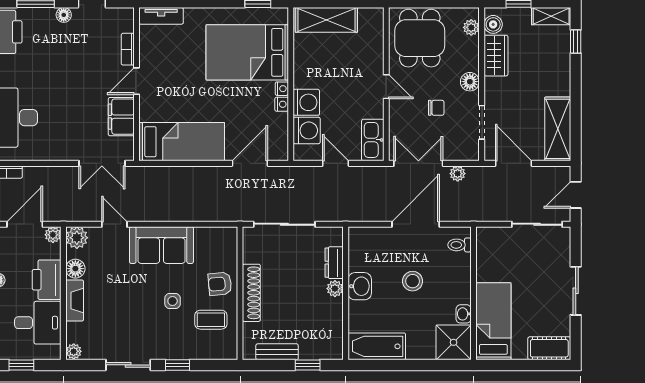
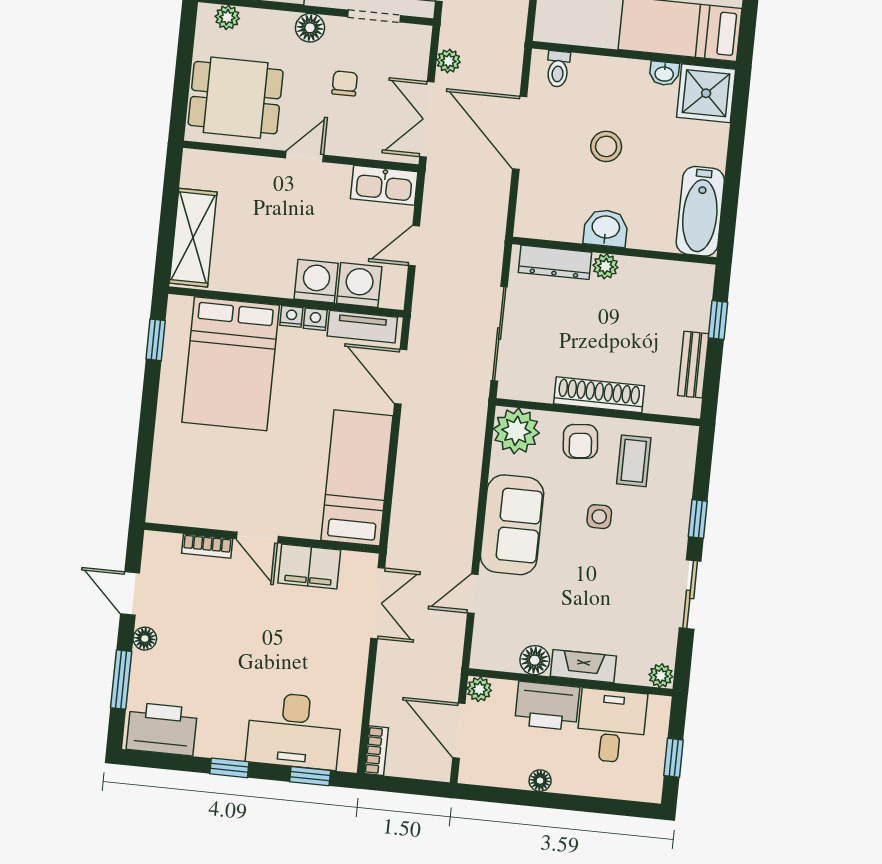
tv unit: (161, 16) -> (362, 327), moved, turned 90
plant: (77, 238) -> (516, 431), moved, width x1.36, depth x1.36
dresser: (334, 263) -> (555, 262), width x1.44

